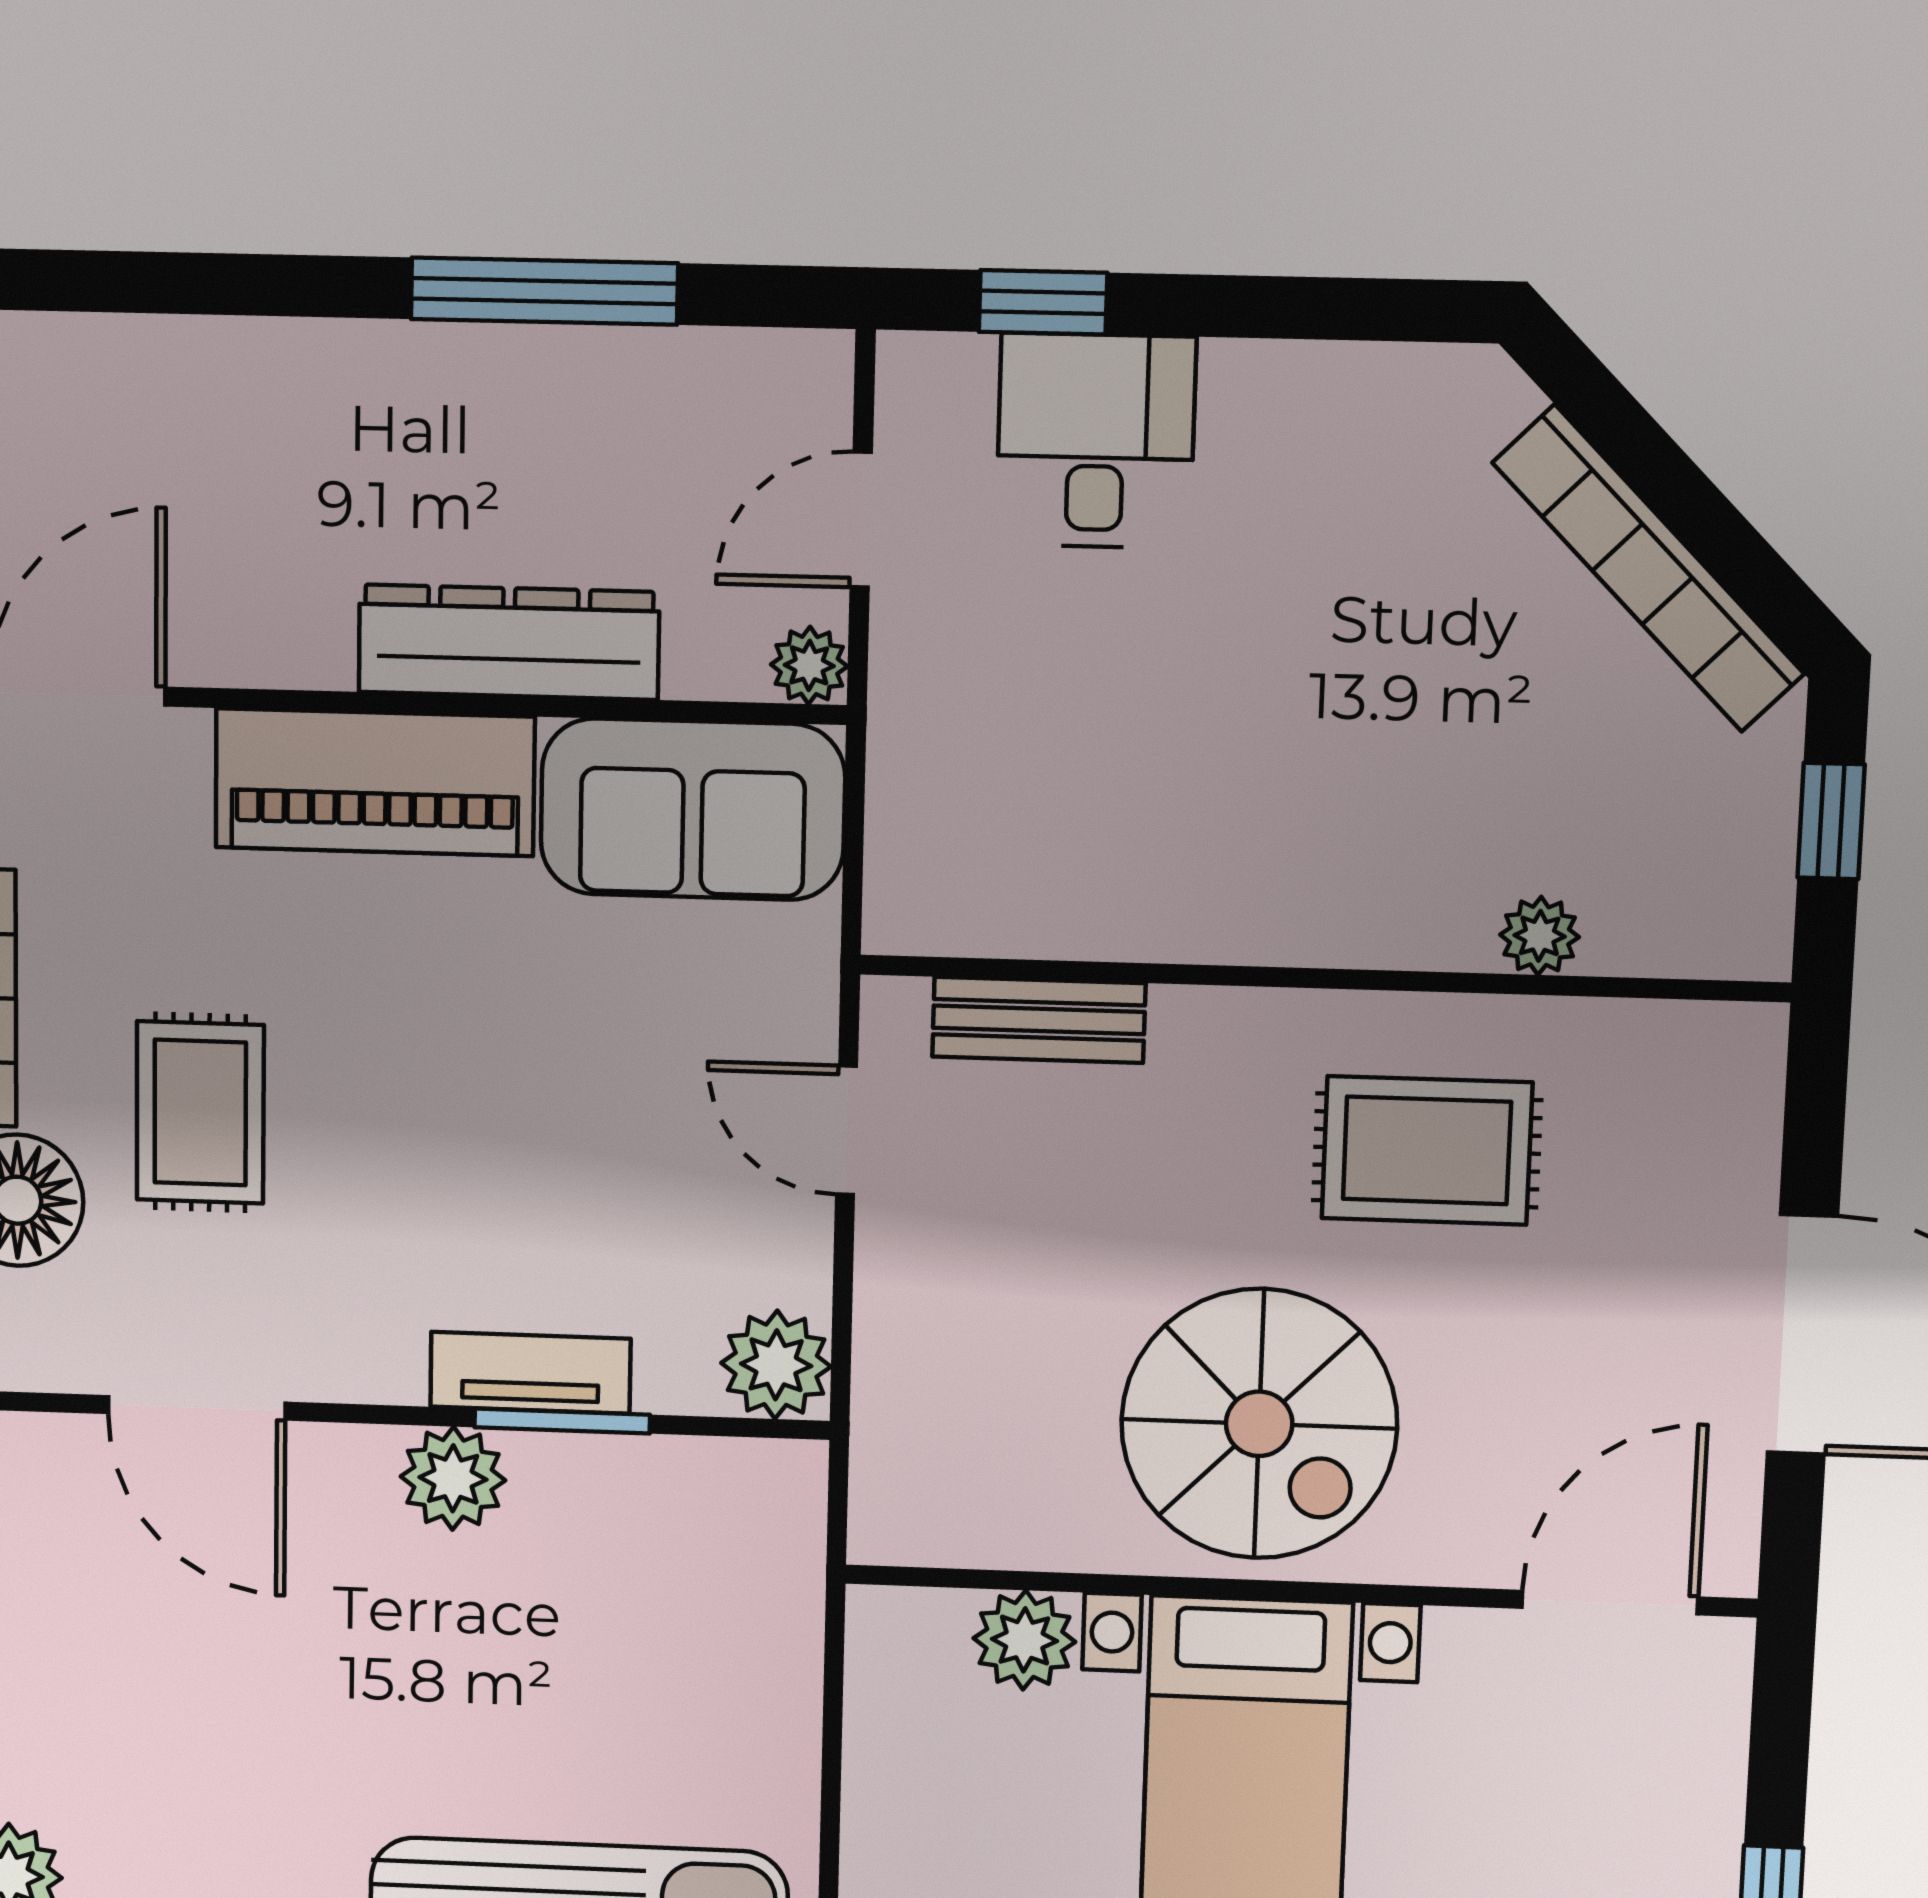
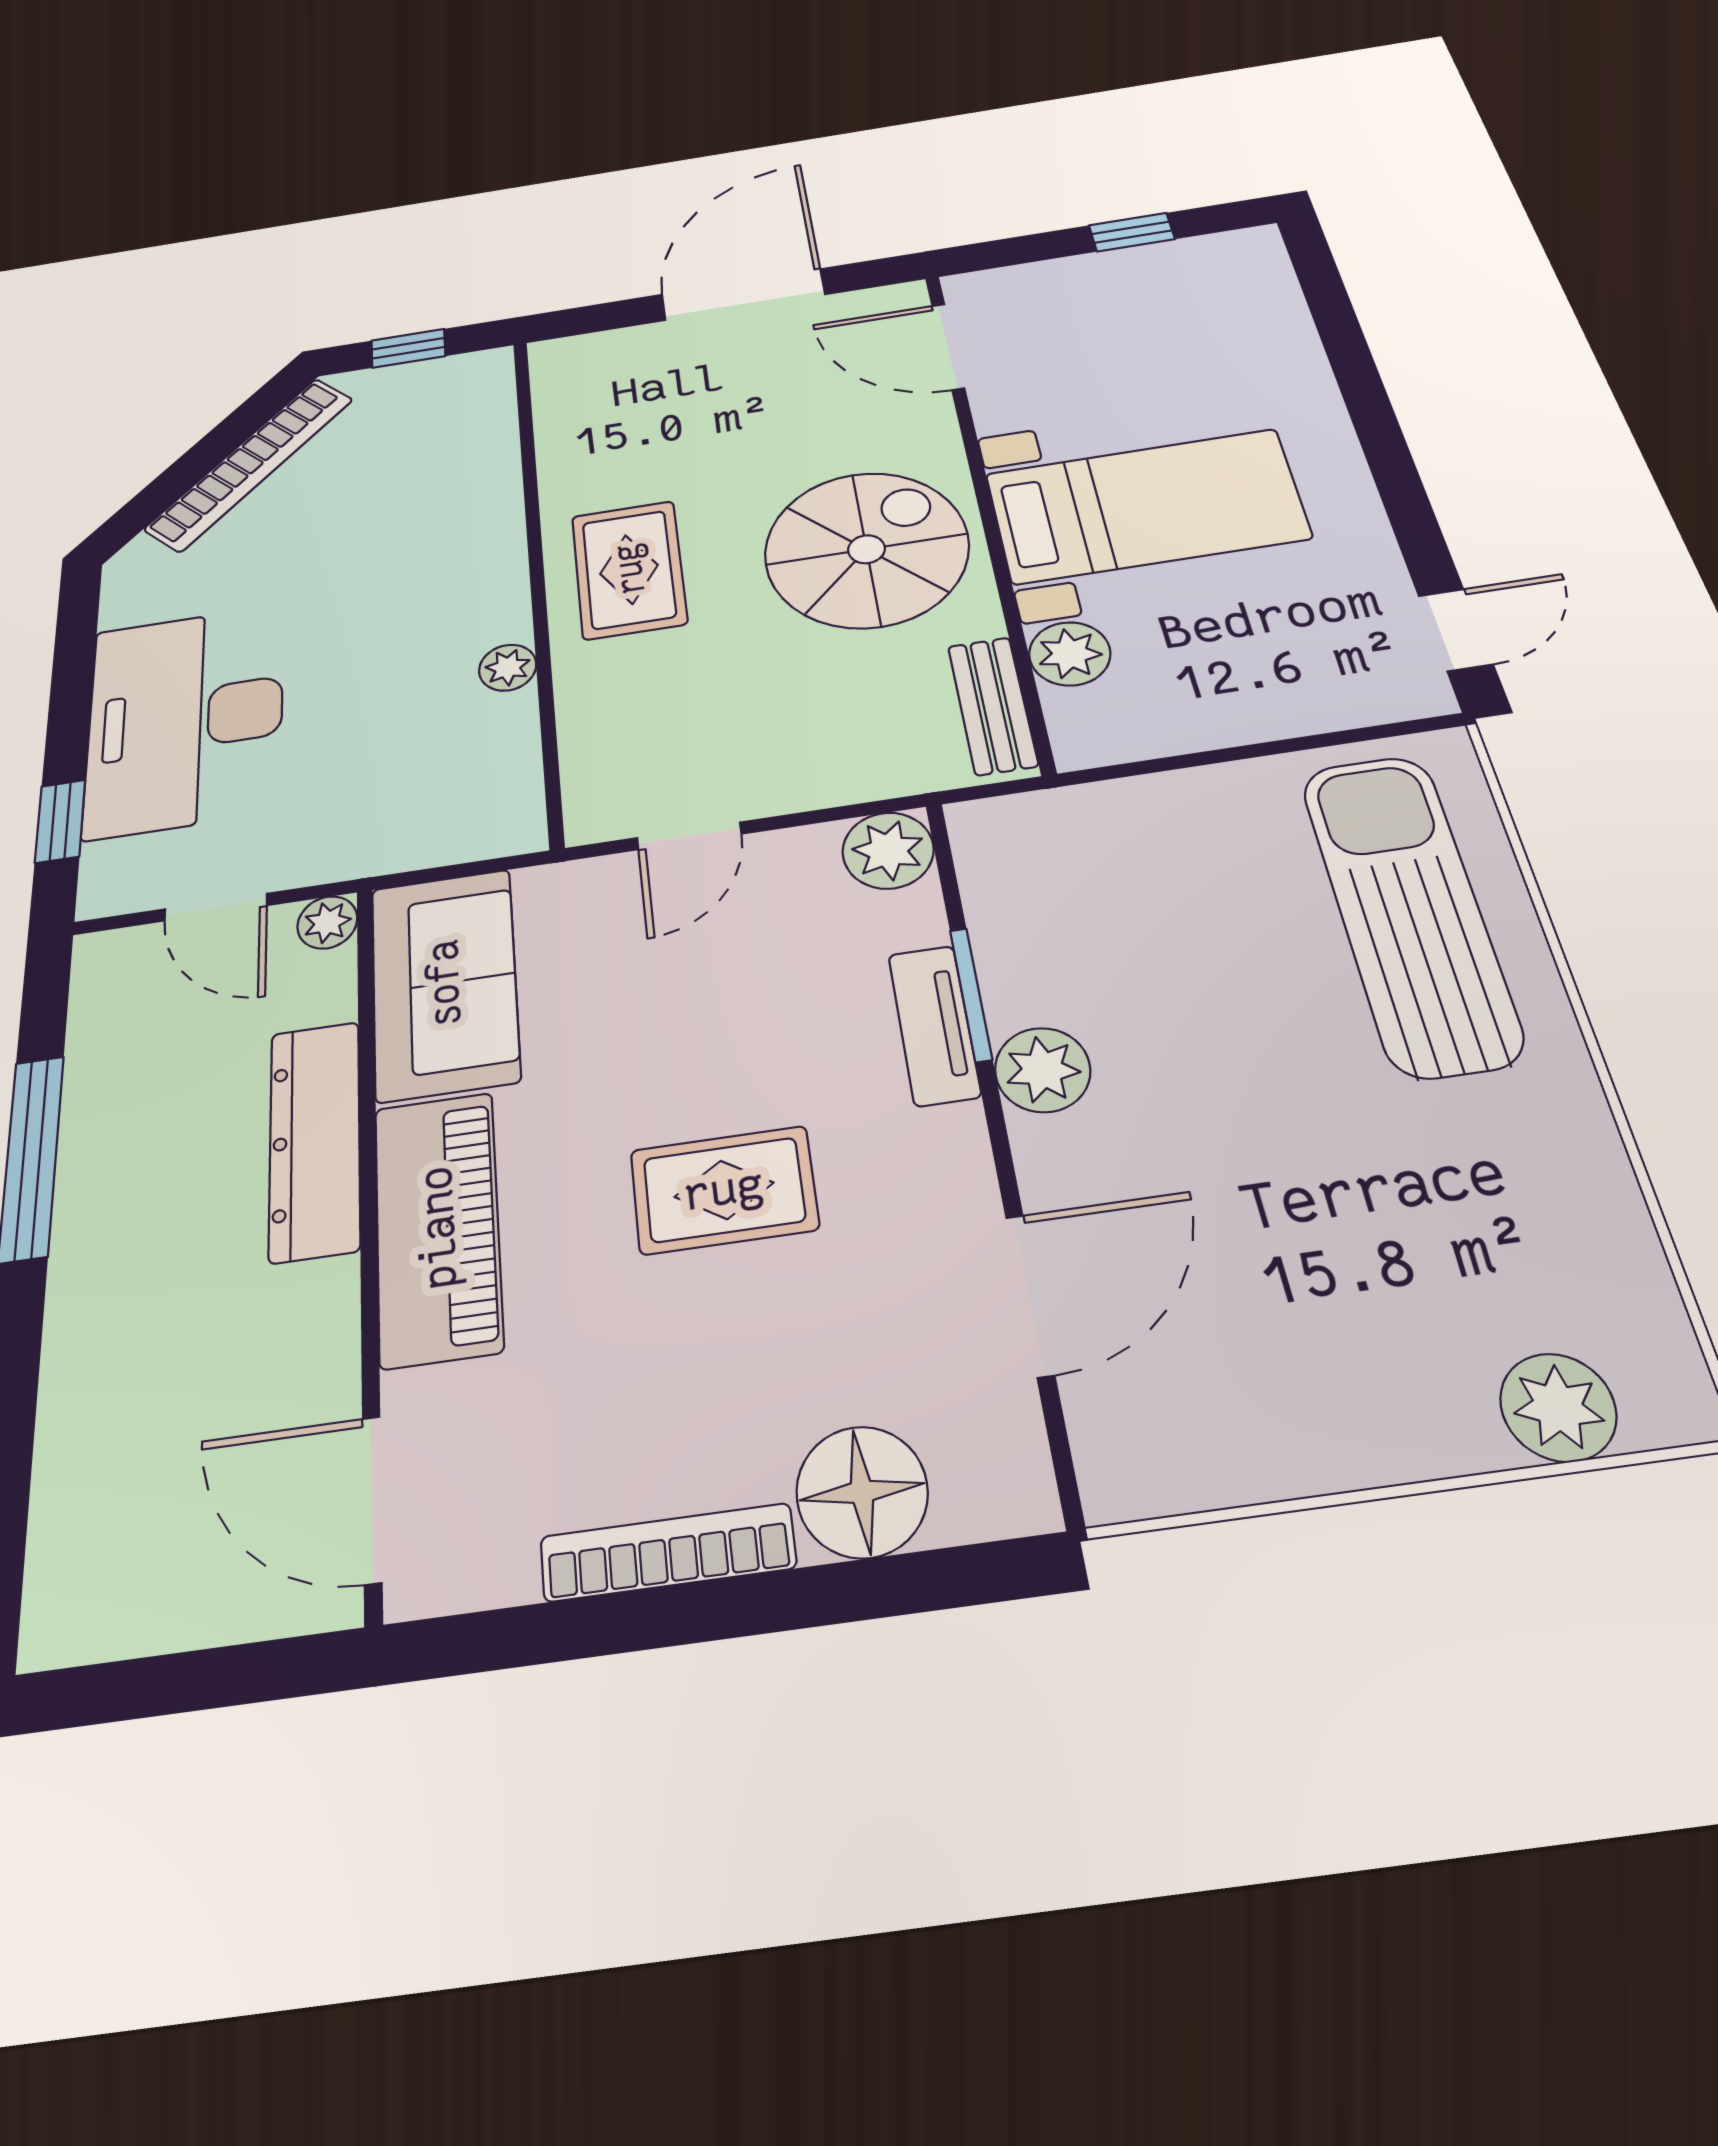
desk: (1096, 441) -> (185, 719), width x1.87, depth x1.30
plant: (1540, 936) -> (508, 668), moved
bench: (1039, 1020) -> (993, 705), moved
rug: (200, 1112) -> (724, 1190), moved
rug: (1427, 1150) -> (629, 569), moved

